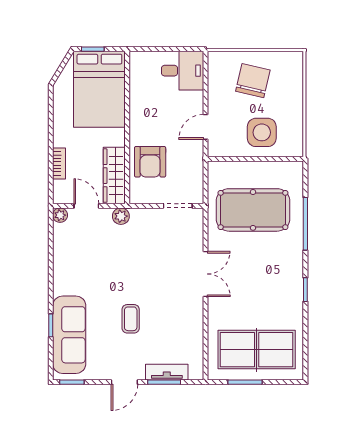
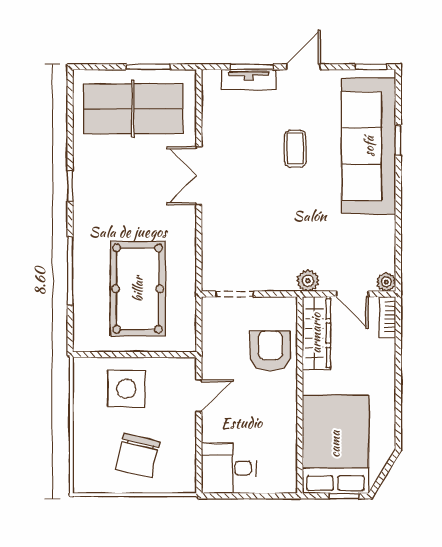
bookcase: (59, 164) -> (388, 317), moved
pool table: (253, 210) -> (138, 289), turned 90
double door: (206, 274) -> (199, 176), moved
sofa: (69, 335) -> (369, 146), width x1.36, depth x1.27

